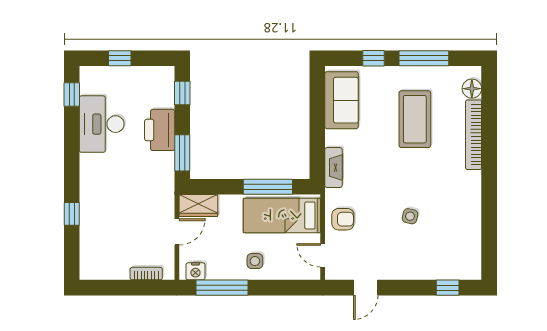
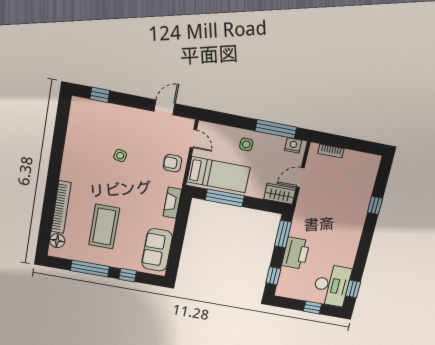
desk: (102, 124) -> (332, 285), moved

